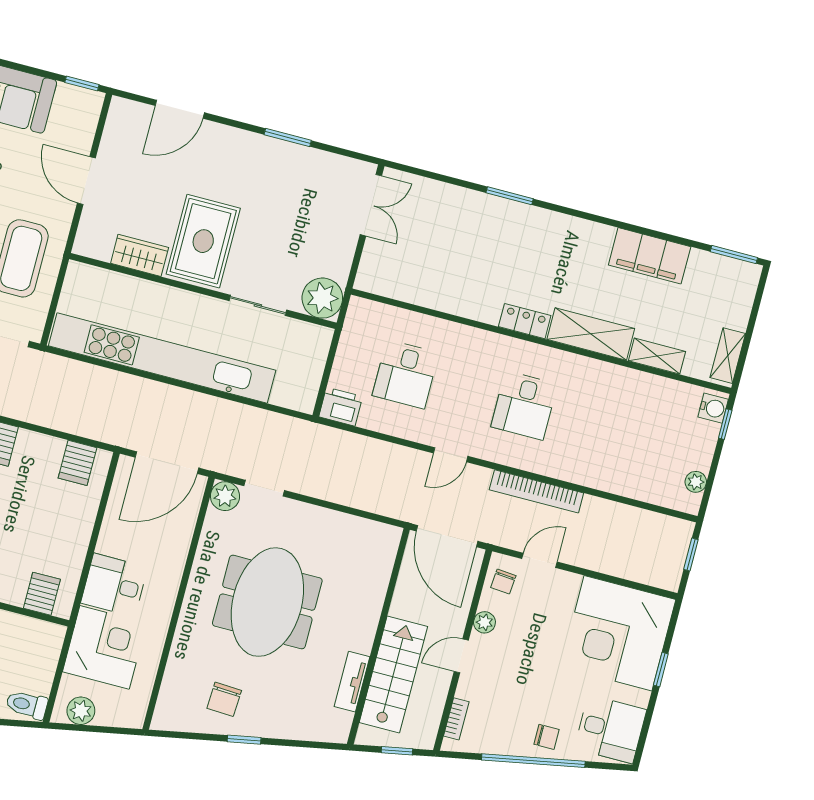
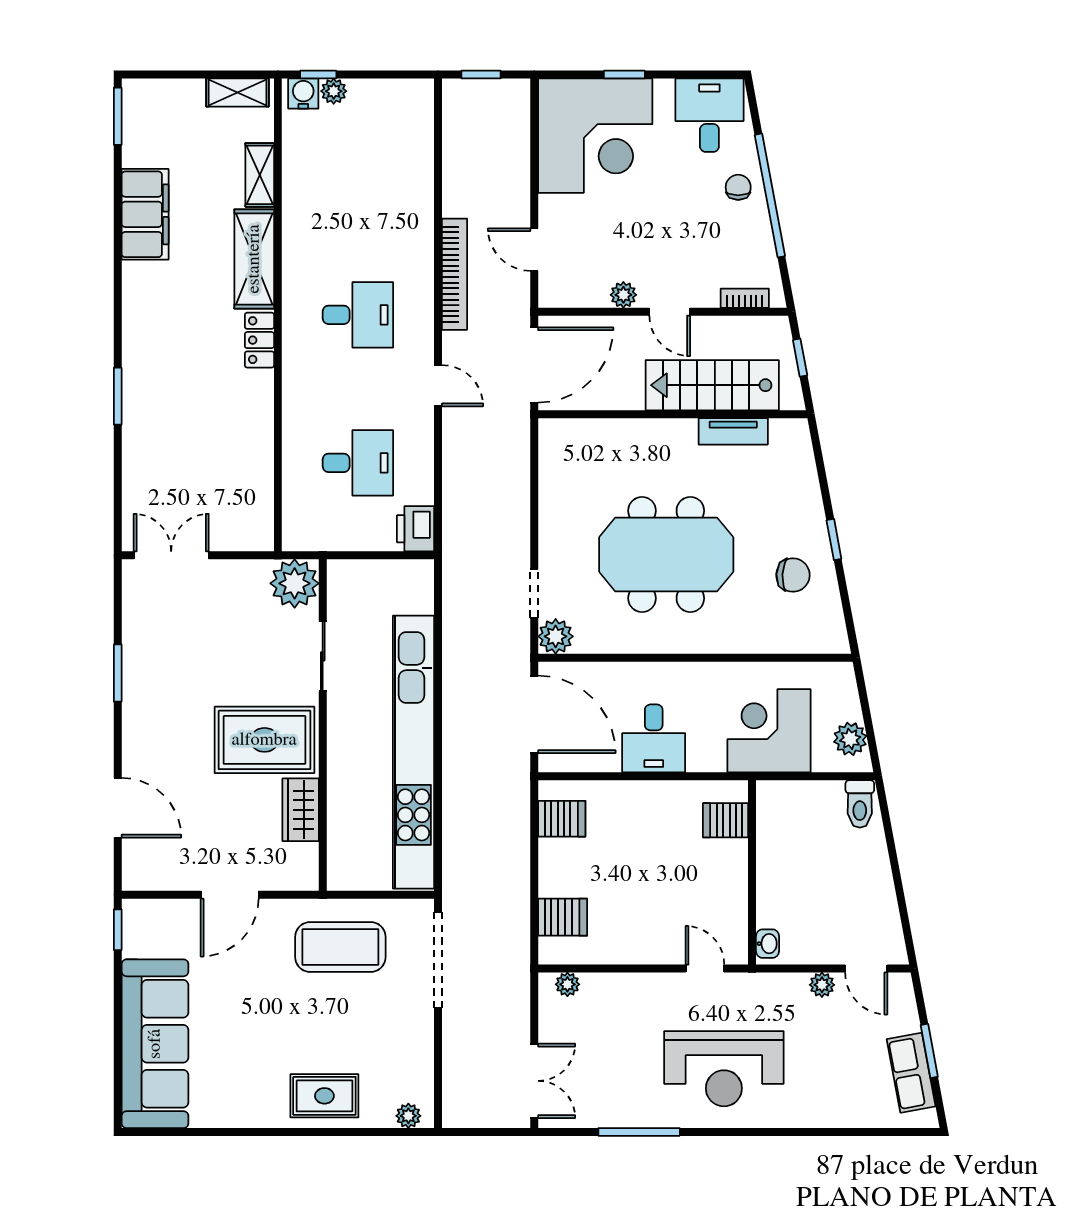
plant: (696, 482) -> (334, 91), moved
chair: (503, 582) -> (570, 285), removed
desk: (114, 585) -> (654, 738), moved

